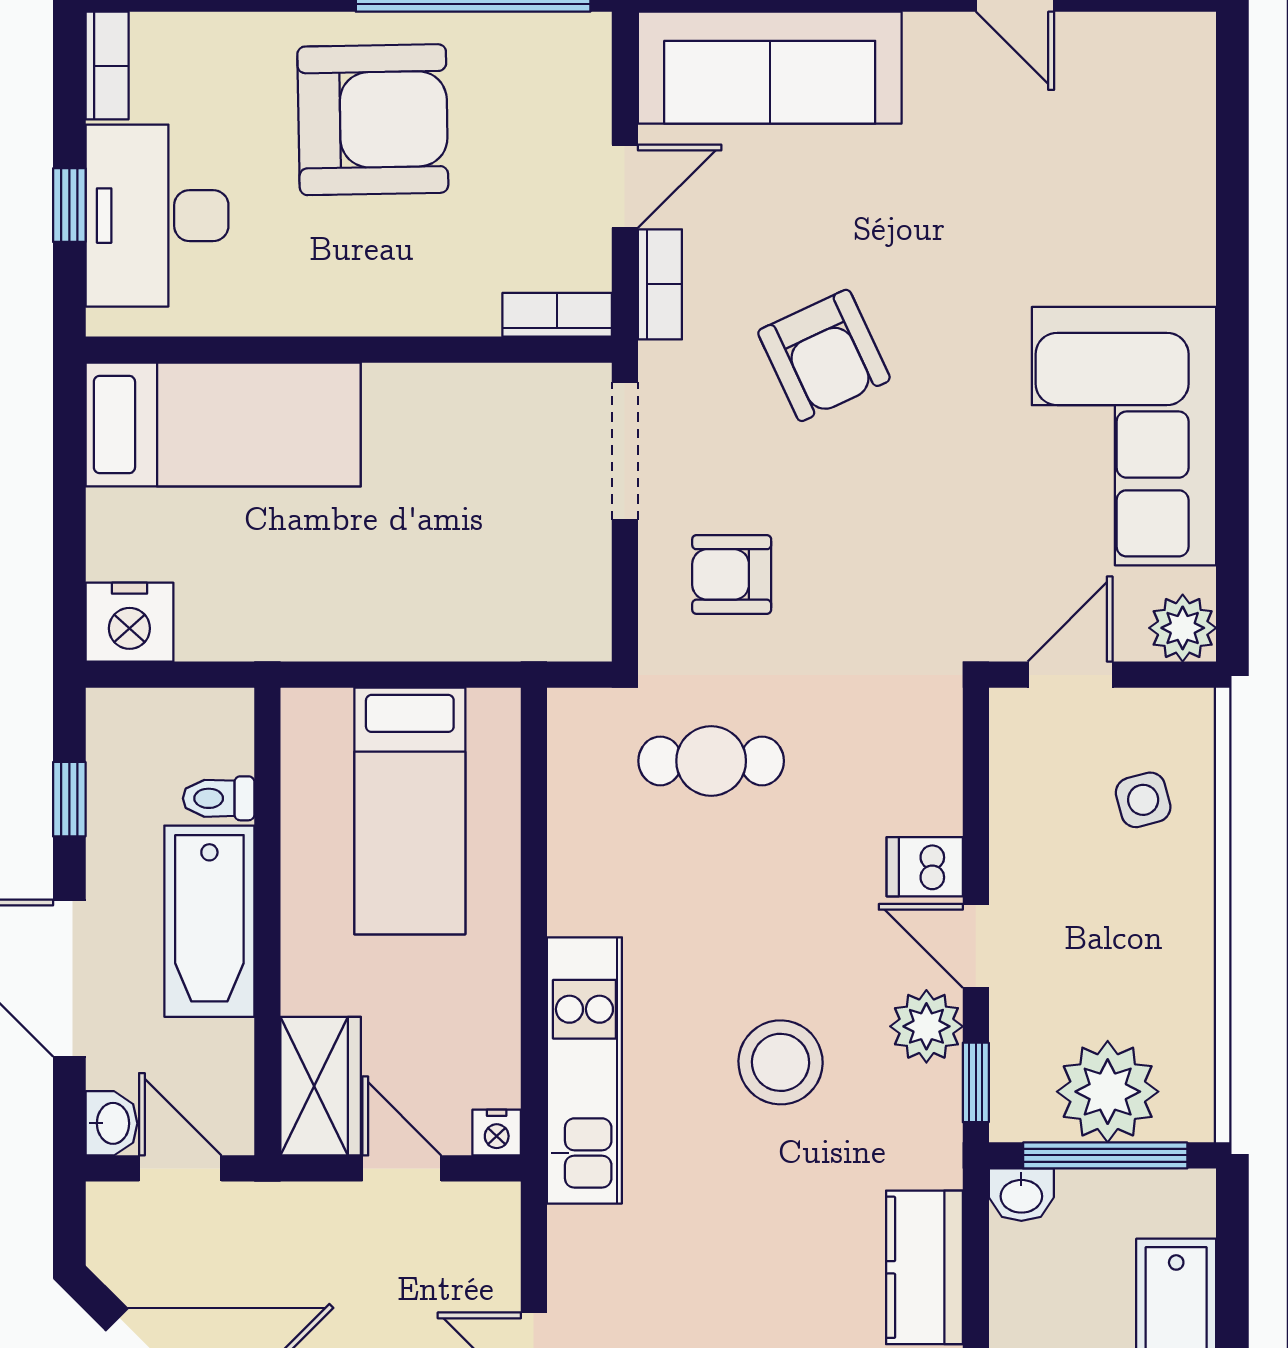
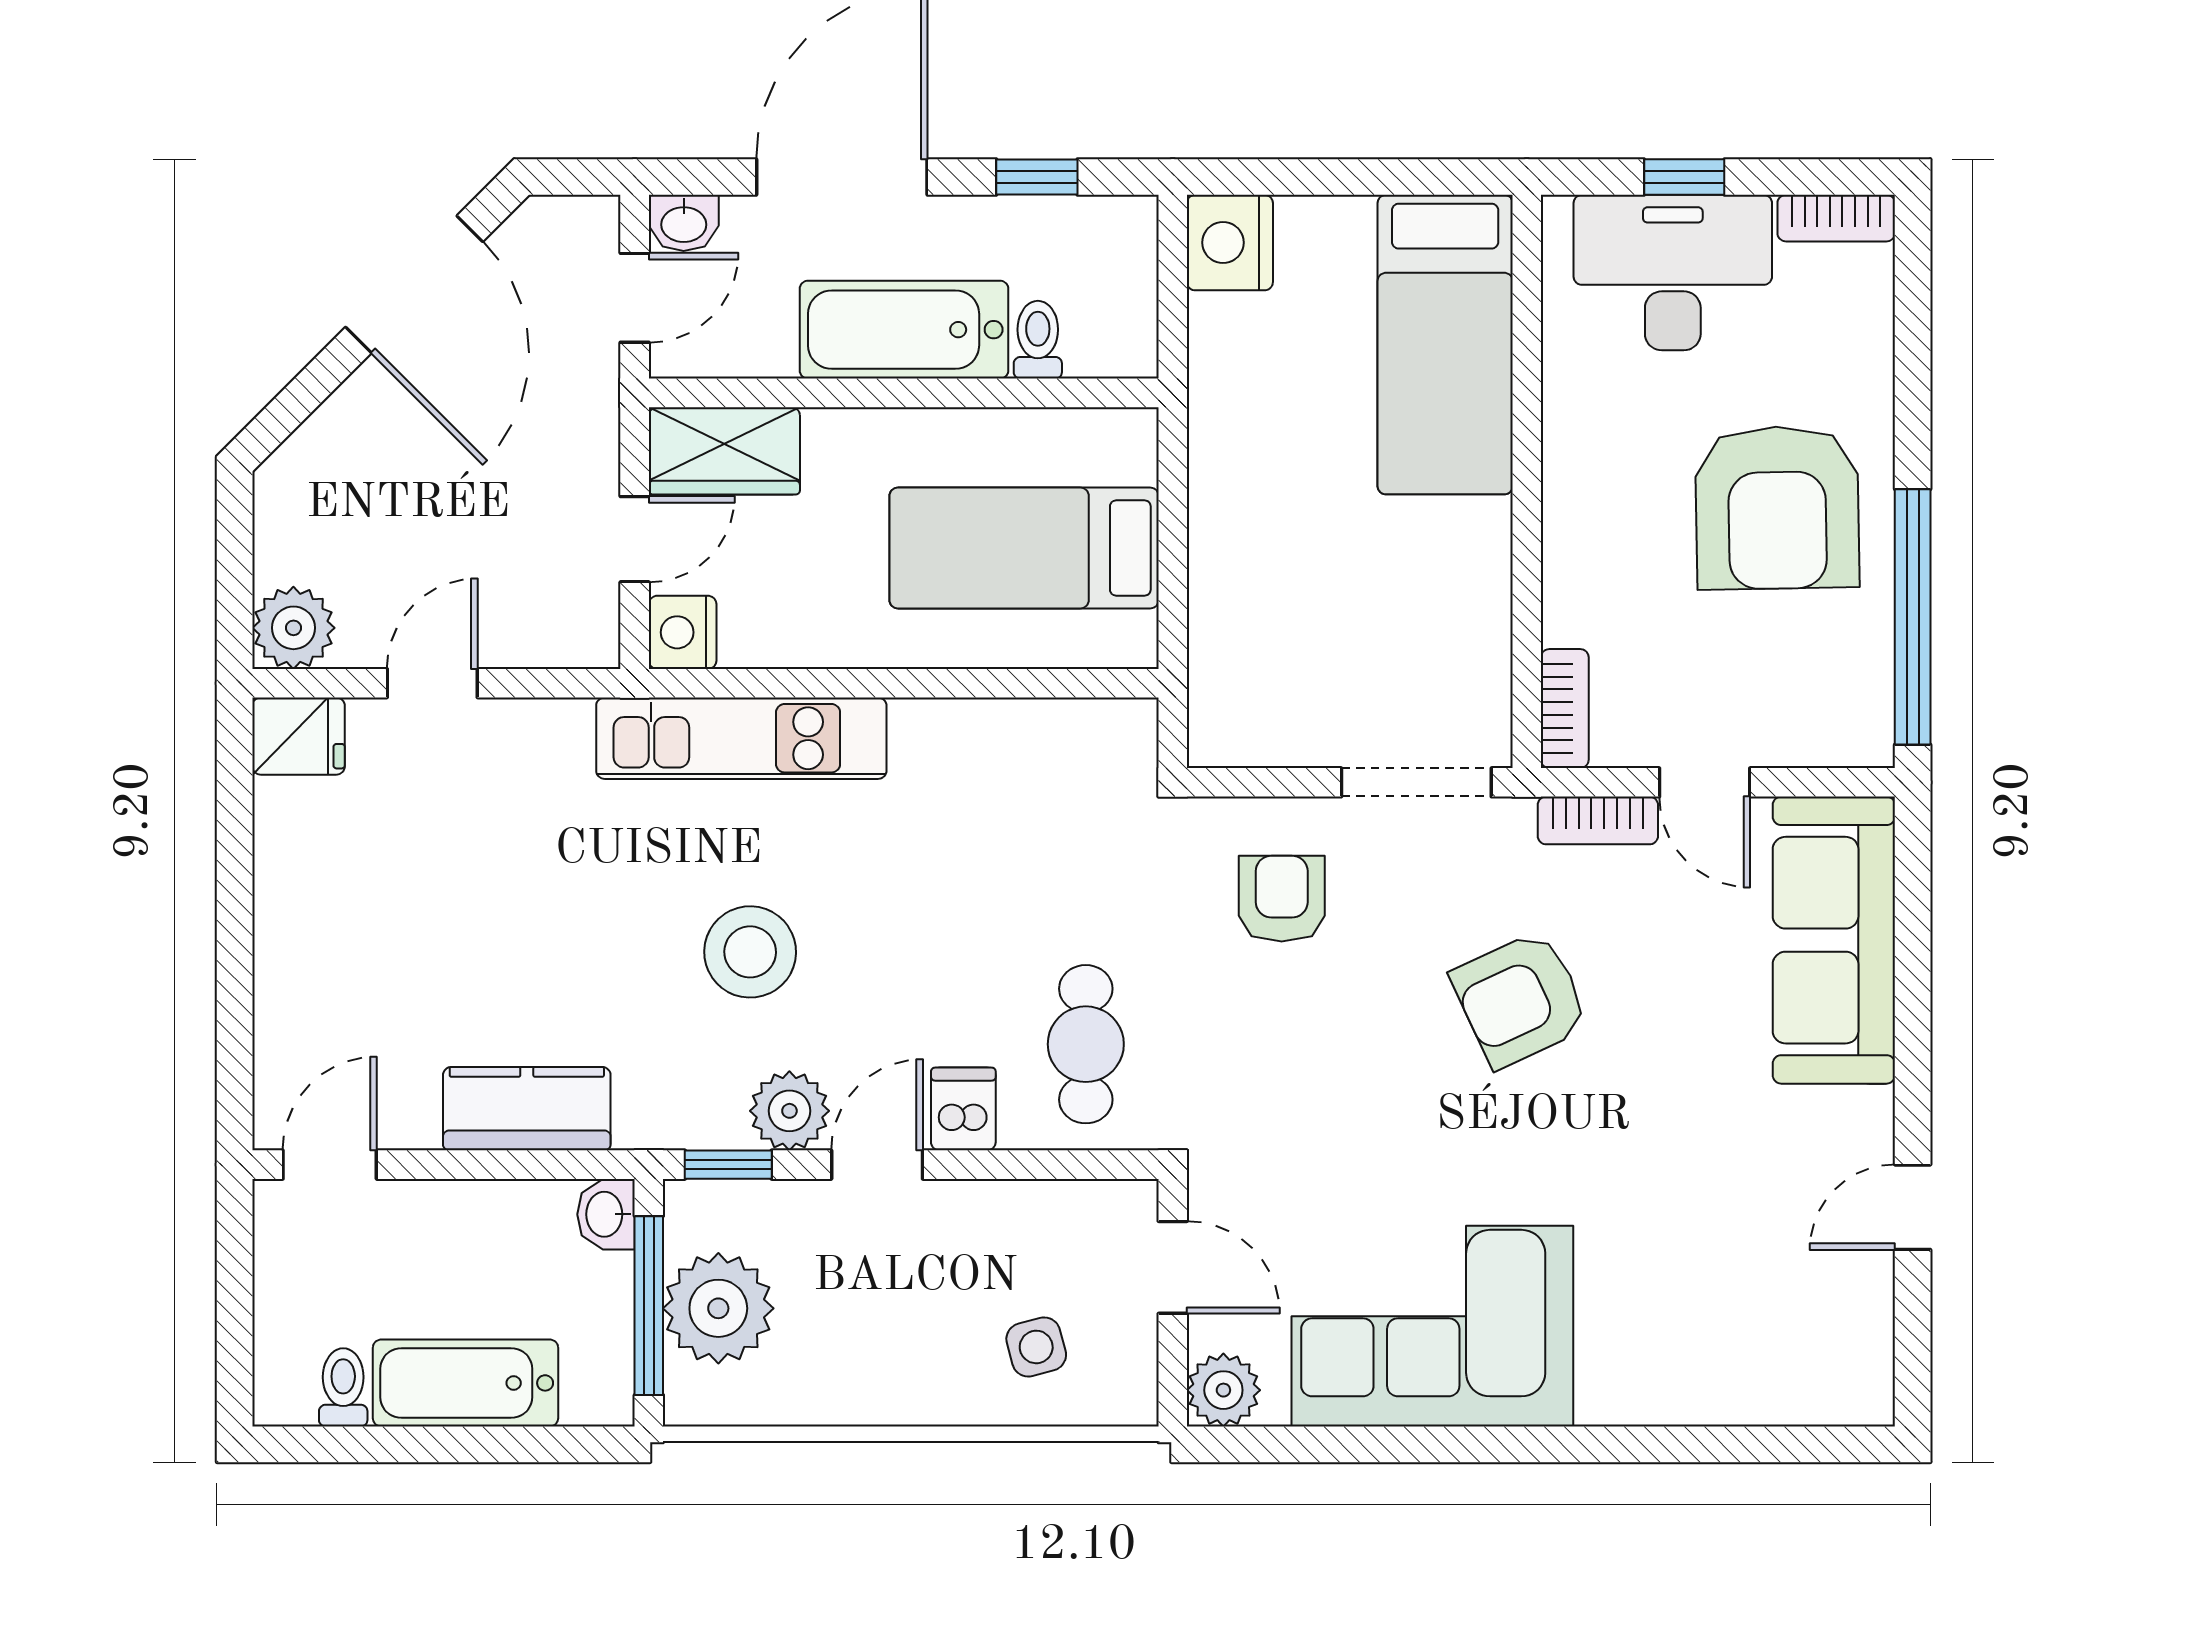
cafe table: (711, 761) -> (1086, 1044), moved
nightstand: (497, 1132) -> (683, 632), width x1.39, depth x1.35

